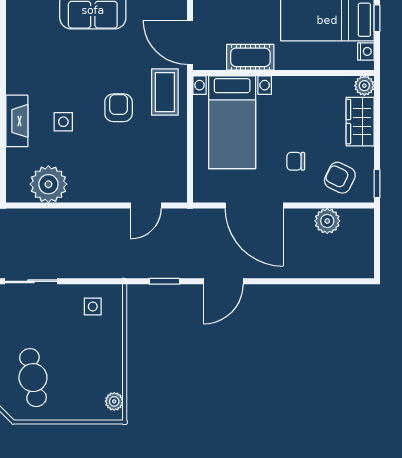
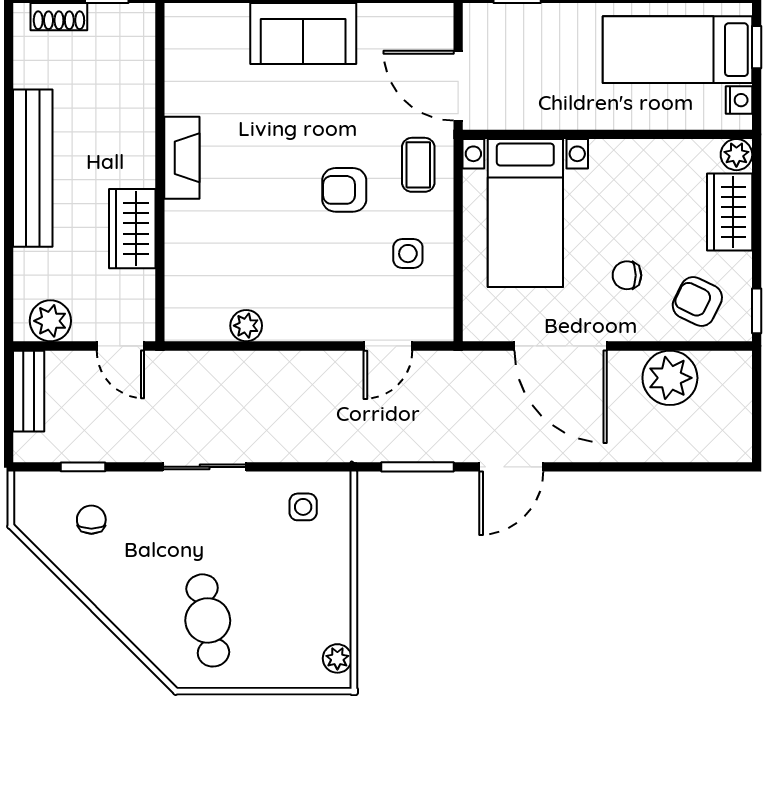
cot: (250, 57) -> (555, 109), removed
coffee table: (165, 92) -> (418, 165), width x0.73, depth x0.77
armchair: (119, 108) -> (344, 190), turned -90
fireplace: (17, 121) -> (182, 158), moved
side table: (63, 122) -> (408, 254), moved
plant: (48, 184) -> (246, 326), width x0.53, depth x0.53
plant: (327, 221) -> (670, 378), width x1.36, depth x1.36
window: (164, 281) -> (417, 467), width x1.50

